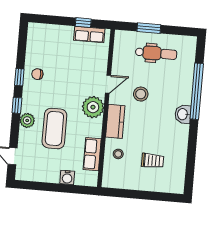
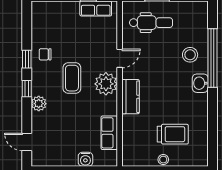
dental chair: (156, 53) -> (151, 23), moved
stool: (141, 94) -> (190, 55), moved
coffee table: (54, 129) -> (72, 78), moved, width x0.73, depth x0.76
stool: (118, 154) -> (163, 160), moved
trolley: (153, 161) -> (173, 134), width x1.36, depth x1.39

